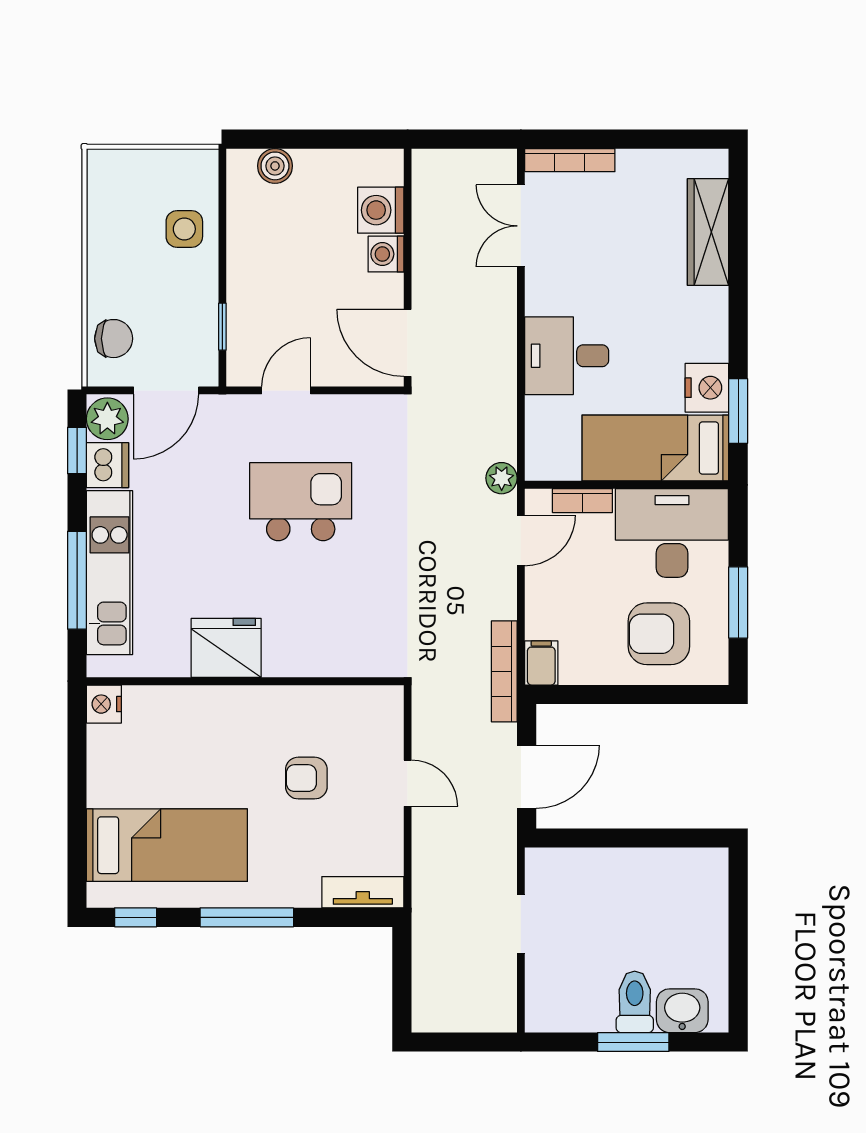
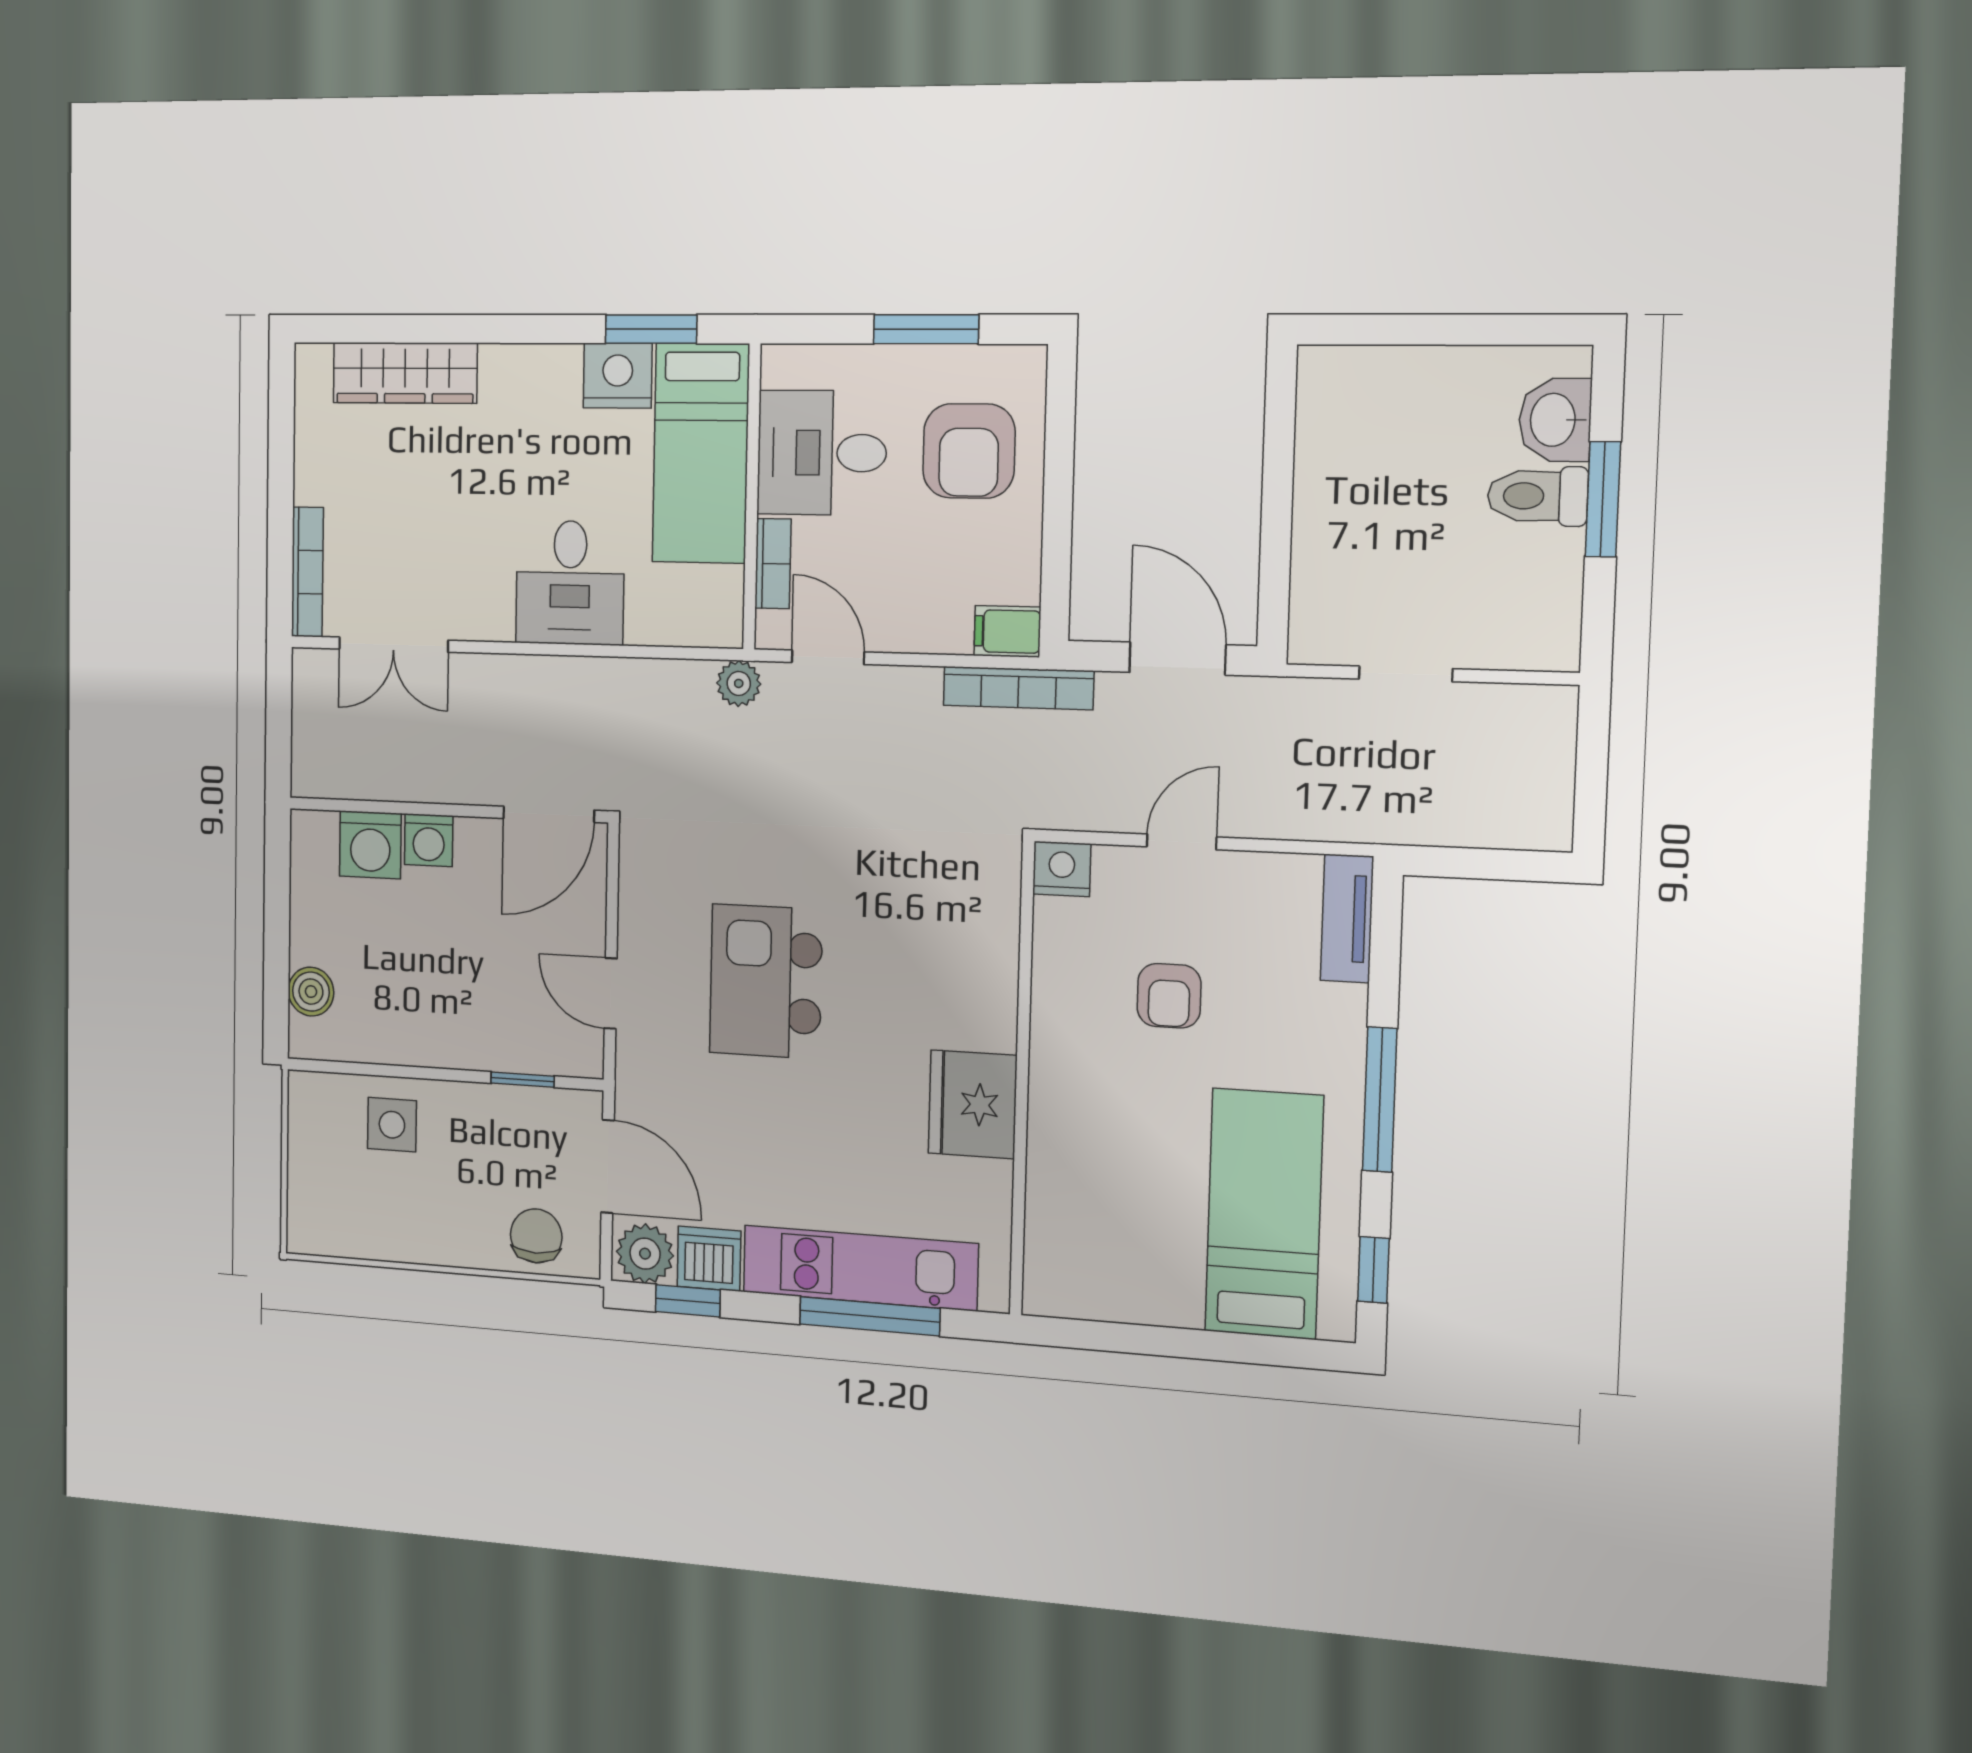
desk: (672, 533) -> (822, 453), width x0.73
nightstand: (104, 704) -> (1062, 869), moved, turned 180

